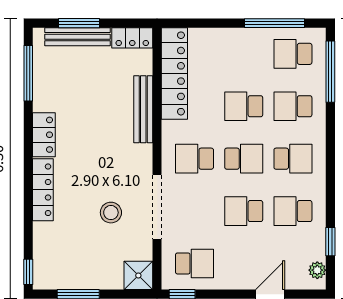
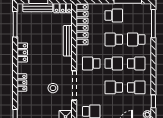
school desk: (293, 54) -> (114, 15), moved, turned 180
locker: (43, 190) -> (22, 83), width x0.66
school desk: (293, 211) -> (136, 87), turned 180

